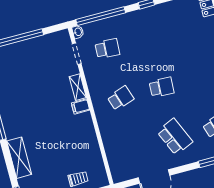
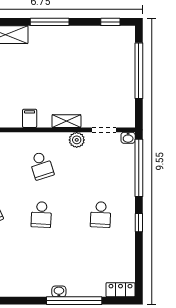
school desk: (107, 49) -> (101, 215), moved
plant: (91, 74) -> (77, 140), added
filing cabinet: (81, 106) -> (30, 118), moved

